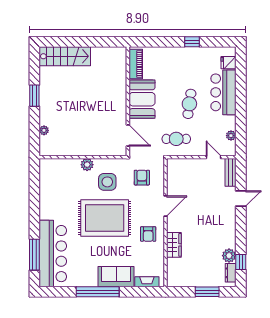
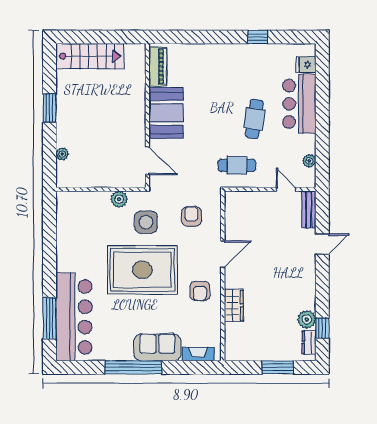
piano: (136, 64) -> (158, 66), moved
booth: (142, 99) -> (166, 113), moved
wall: (128, 101) -> (147, 116), moved
door: (128, 135) -> (147, 161), moved

